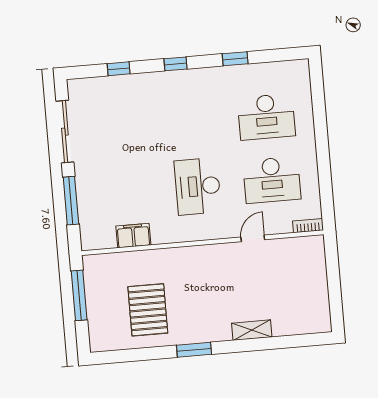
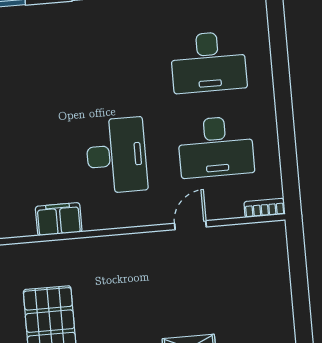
desk: (198, 186) -> (116, 155), turned 180
filing cabinet: (133, 236) -> (59, 219), moved

